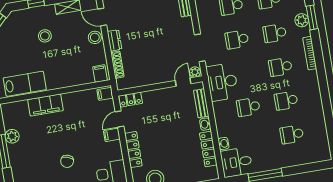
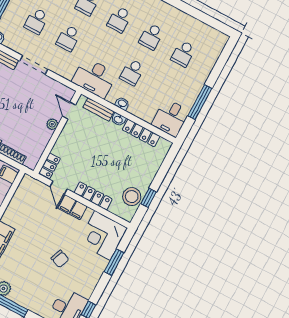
doorway: (200, 48) -> (34, 65), moved
plant: (195, 72) -> (52, 124), moved
filing cabinet: (105, 94) -> (78, 210), moved
washbasin: (223, 144) -> (122, 104), moved

